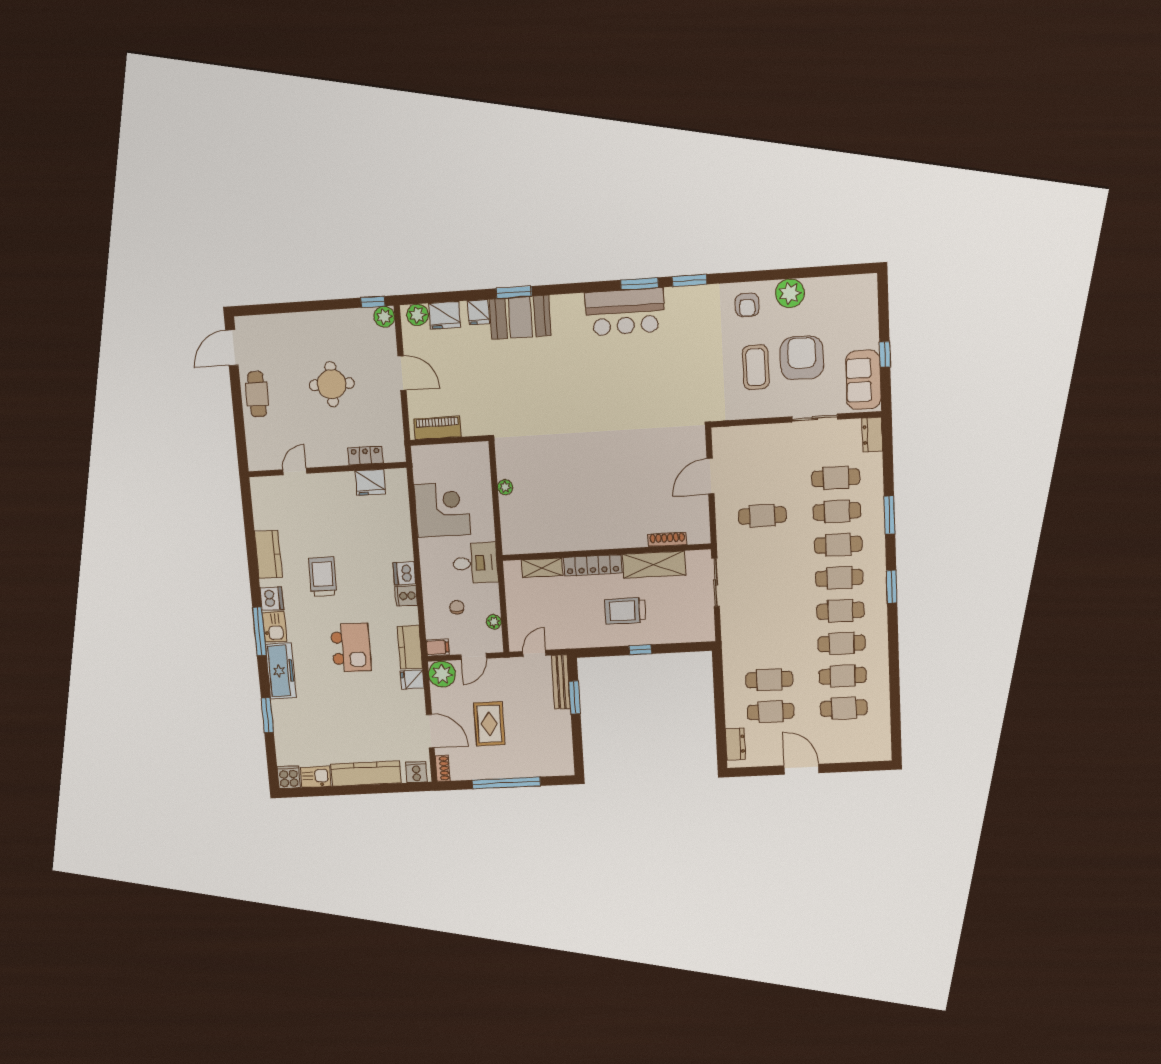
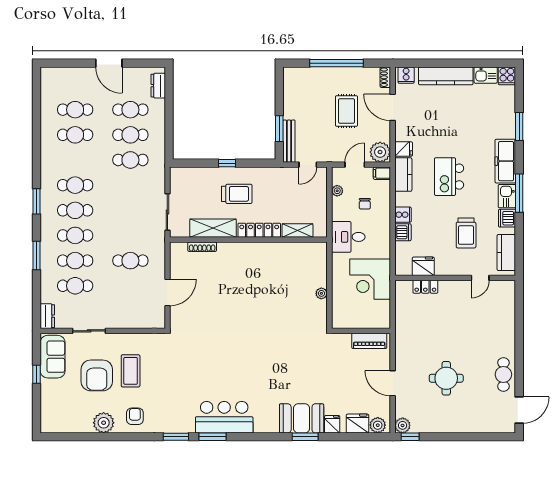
locker: (365, 456) -> (425, 287), moved
wall: (327, 470) -> (455, 278), moved
door: (295, 471) -> (480, 278), moved
fridge: (370, 482) -> (423, 266), moved
cafe table: (842, 643) -> (130, 160), moved

